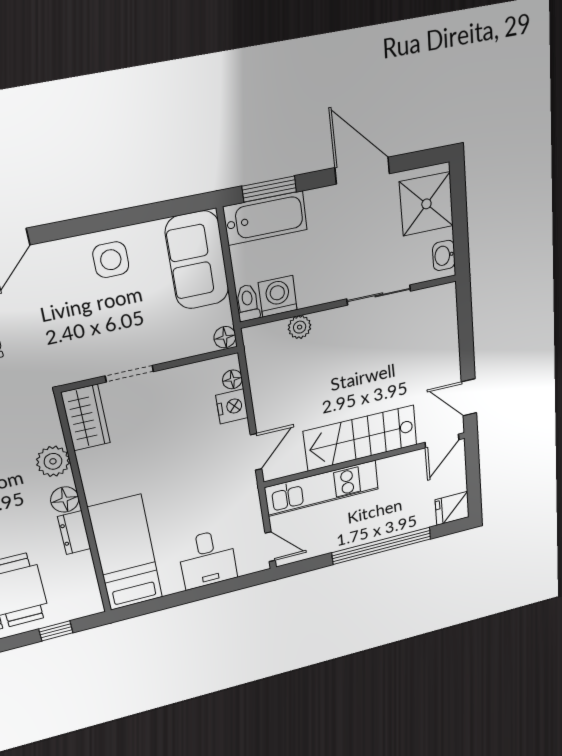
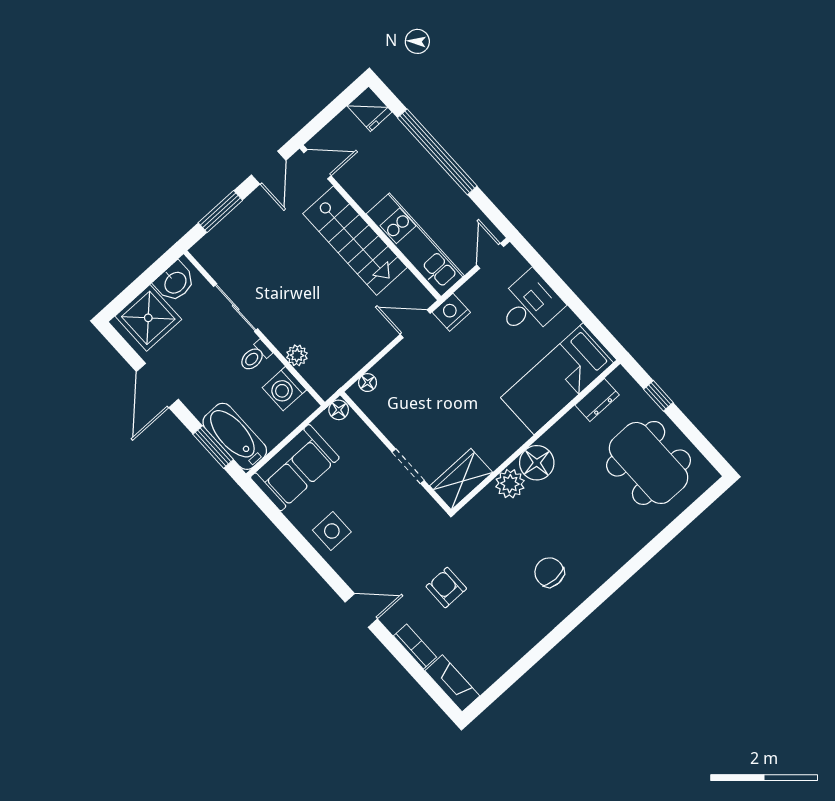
washbasin: (444, 255) -> (175, 282), width x1.38, depth x1.45
toilet: (248, 303) -> (255, 356), moved
window: (466, 332) -> (220, 211), added
nightstand: (232, 406) -> (451, 312), moved
floor lamp: (65, 499) -> (537, 463), width x1.38, depth x1.38
dresser: (74, 533) -> (597, 400), moved

